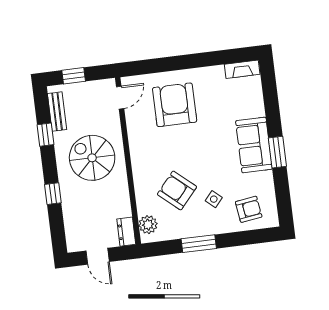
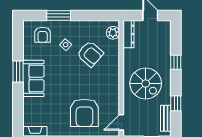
armchair: (249, 209) -> (43, 35), turned -82
dresser: (126, 232) -> (128, 34), width x1.44
window: (199, 244) -> (59, 15), moved

